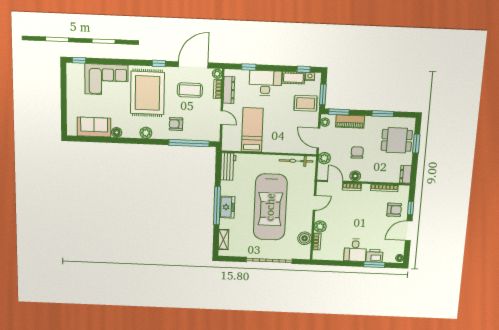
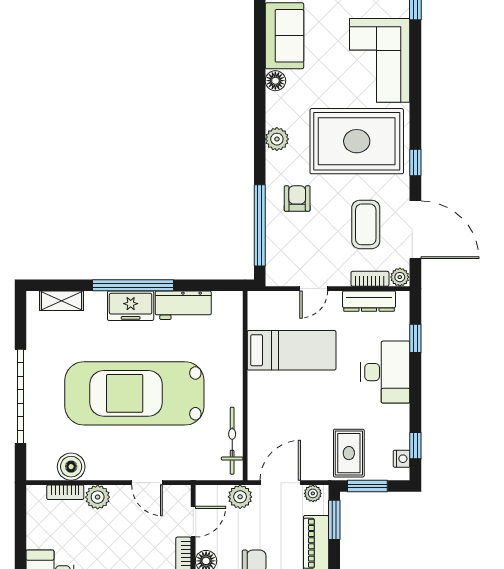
cot: (293, 78) -> (398, 427), removed
workbench: (228, 167) -> (183, 305), moved

